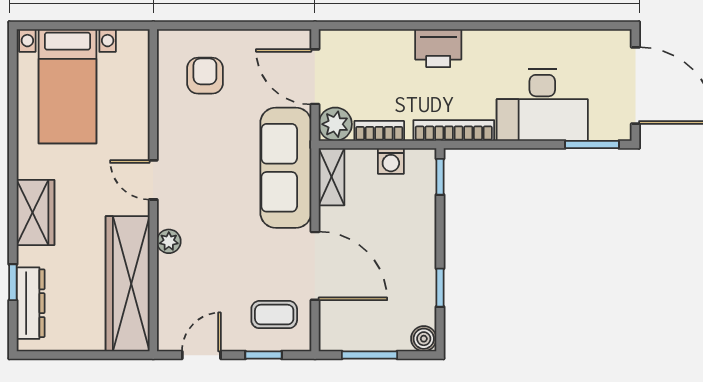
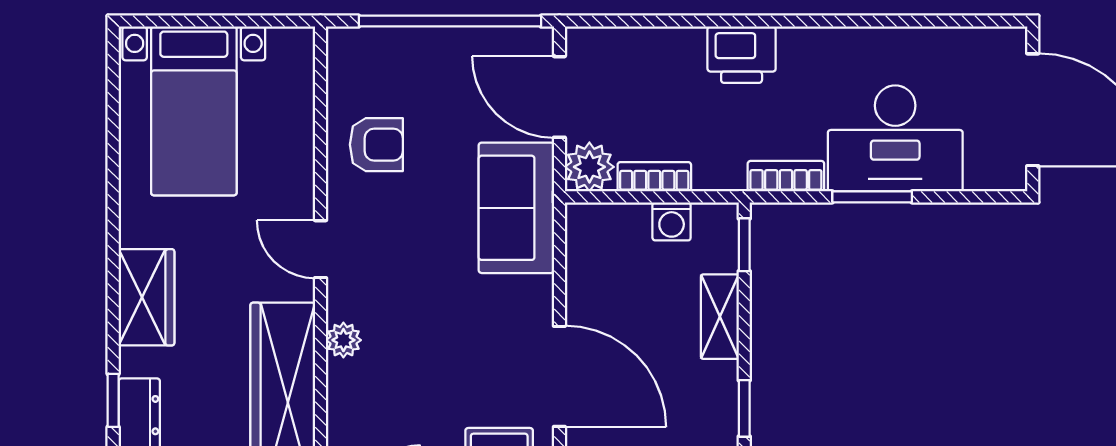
window: (241, 25) -> (450, 21), added
armchair: (205, 76) -> (376, 145), moved, turned 90
bookcase: (454, 130) -> (786, 176), width x0.64
window: (592, 144) -> (872, 197), moved
sofa: (286, 168) -> (516, 208), width x0.73
shelving: (332, 177) -> (720, 317), moved

